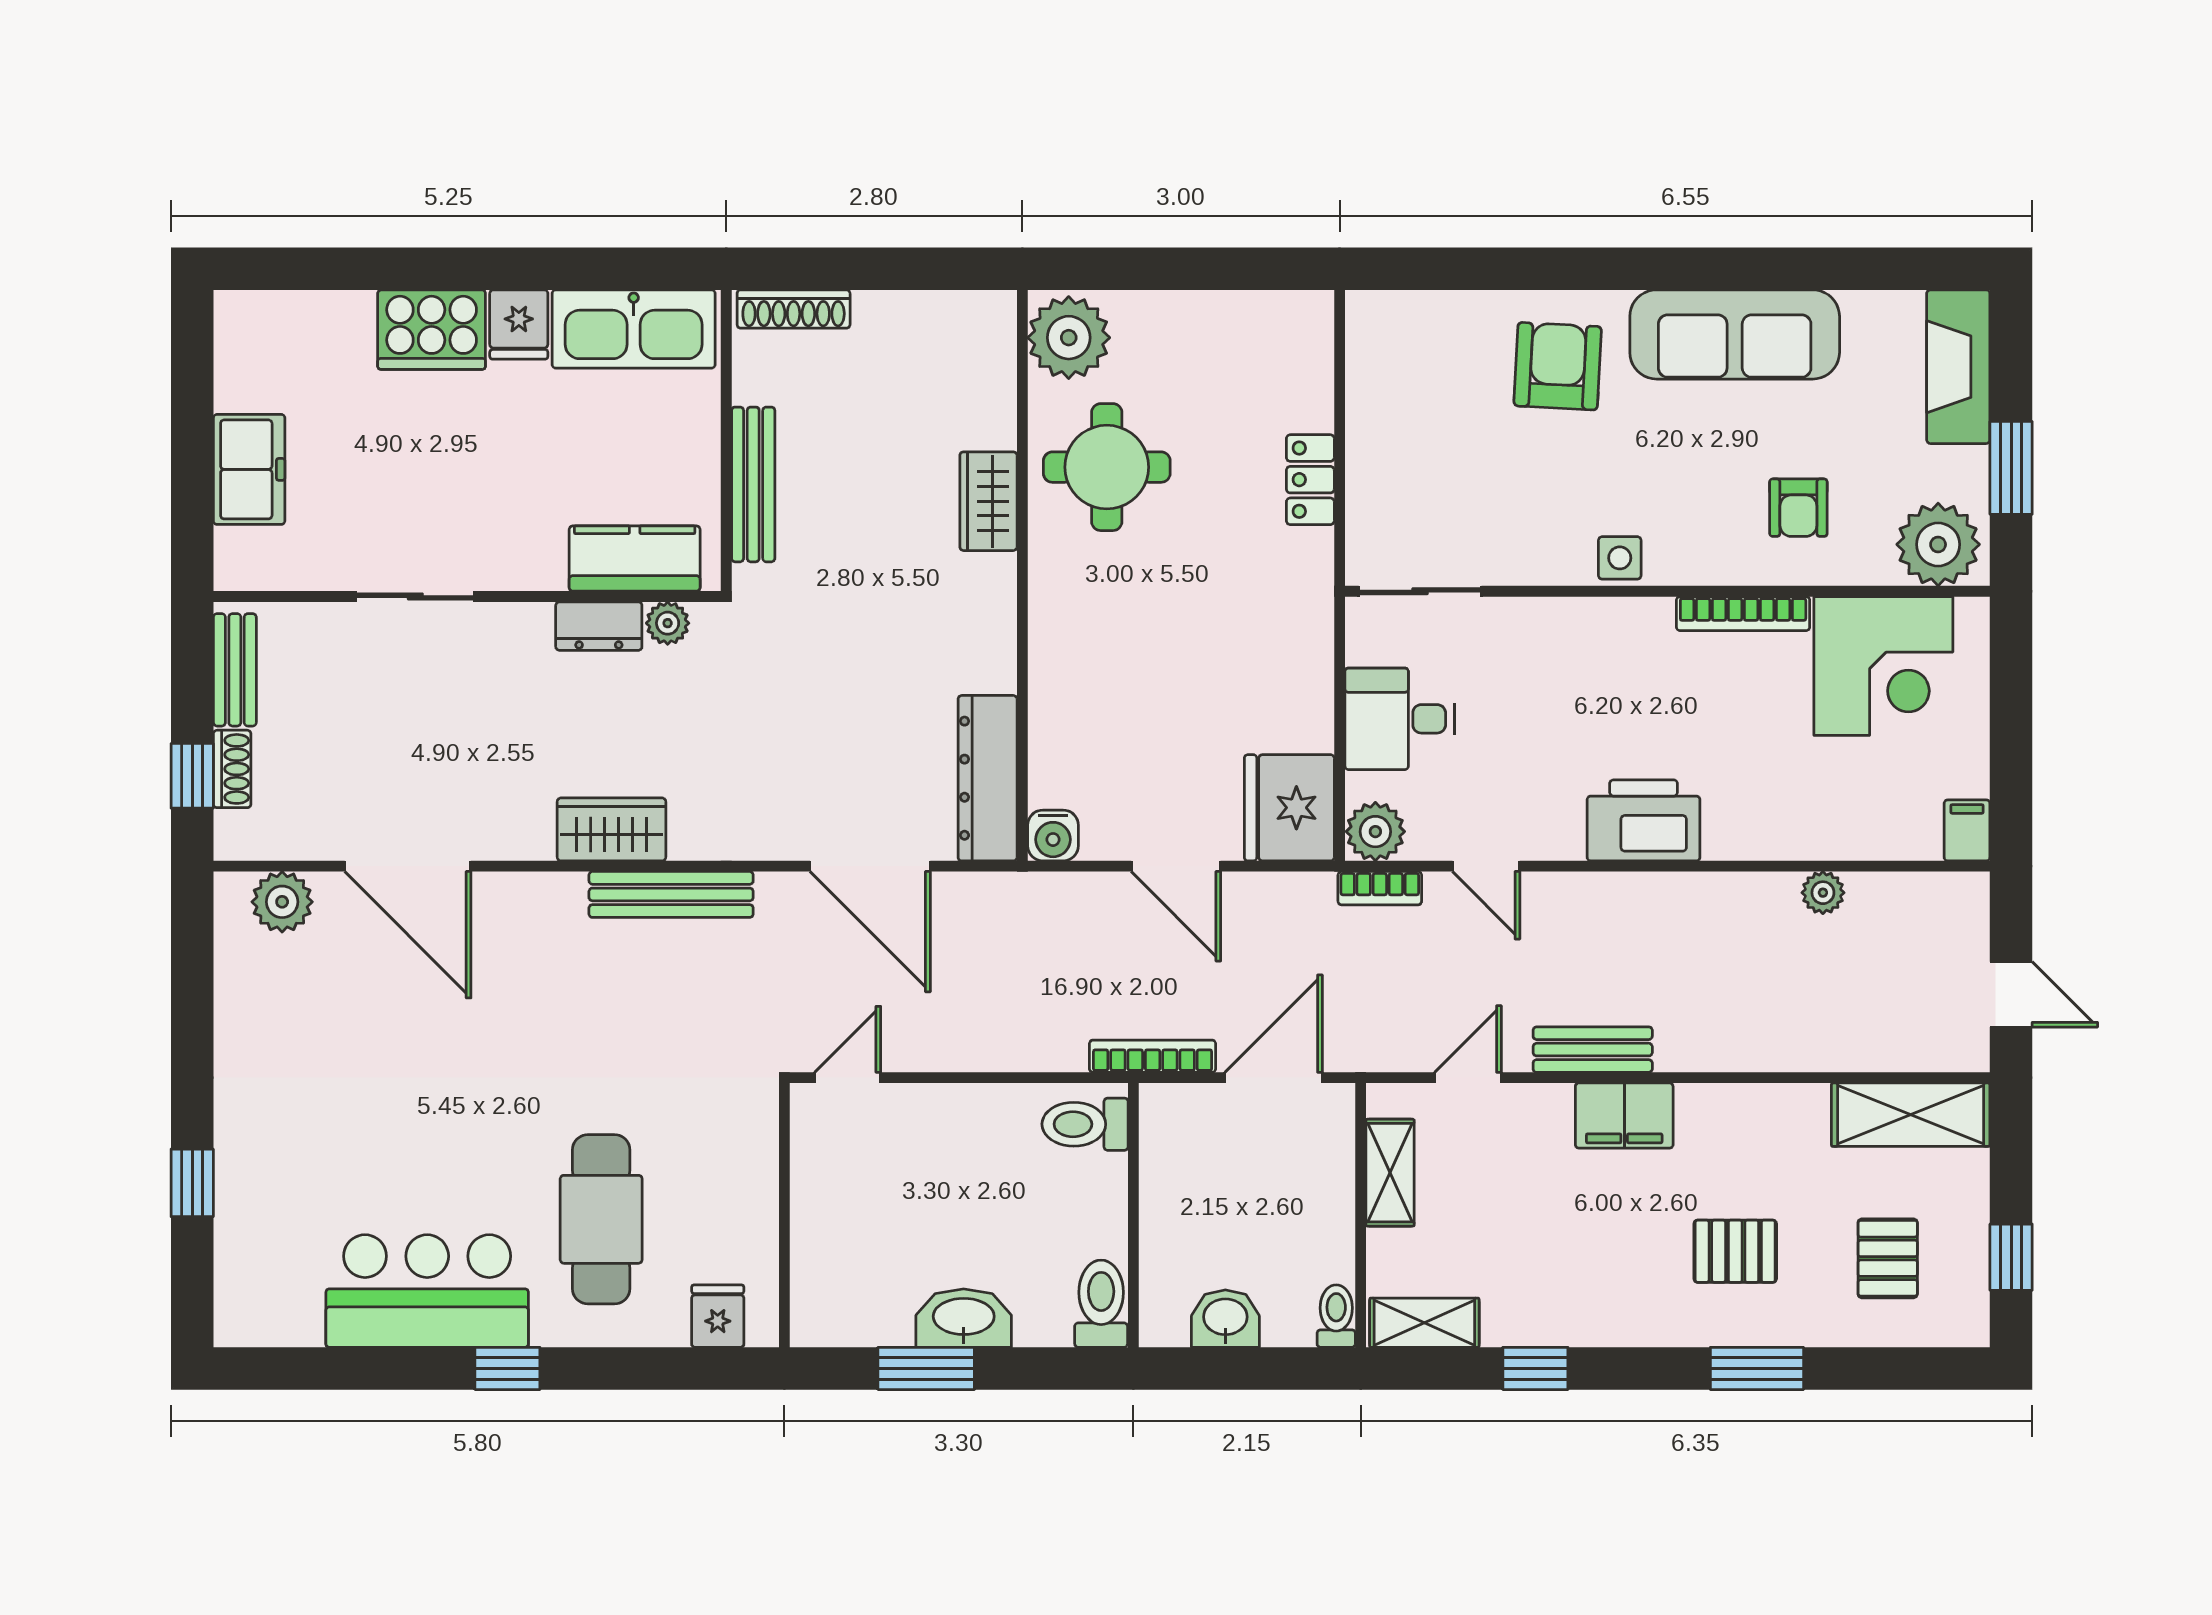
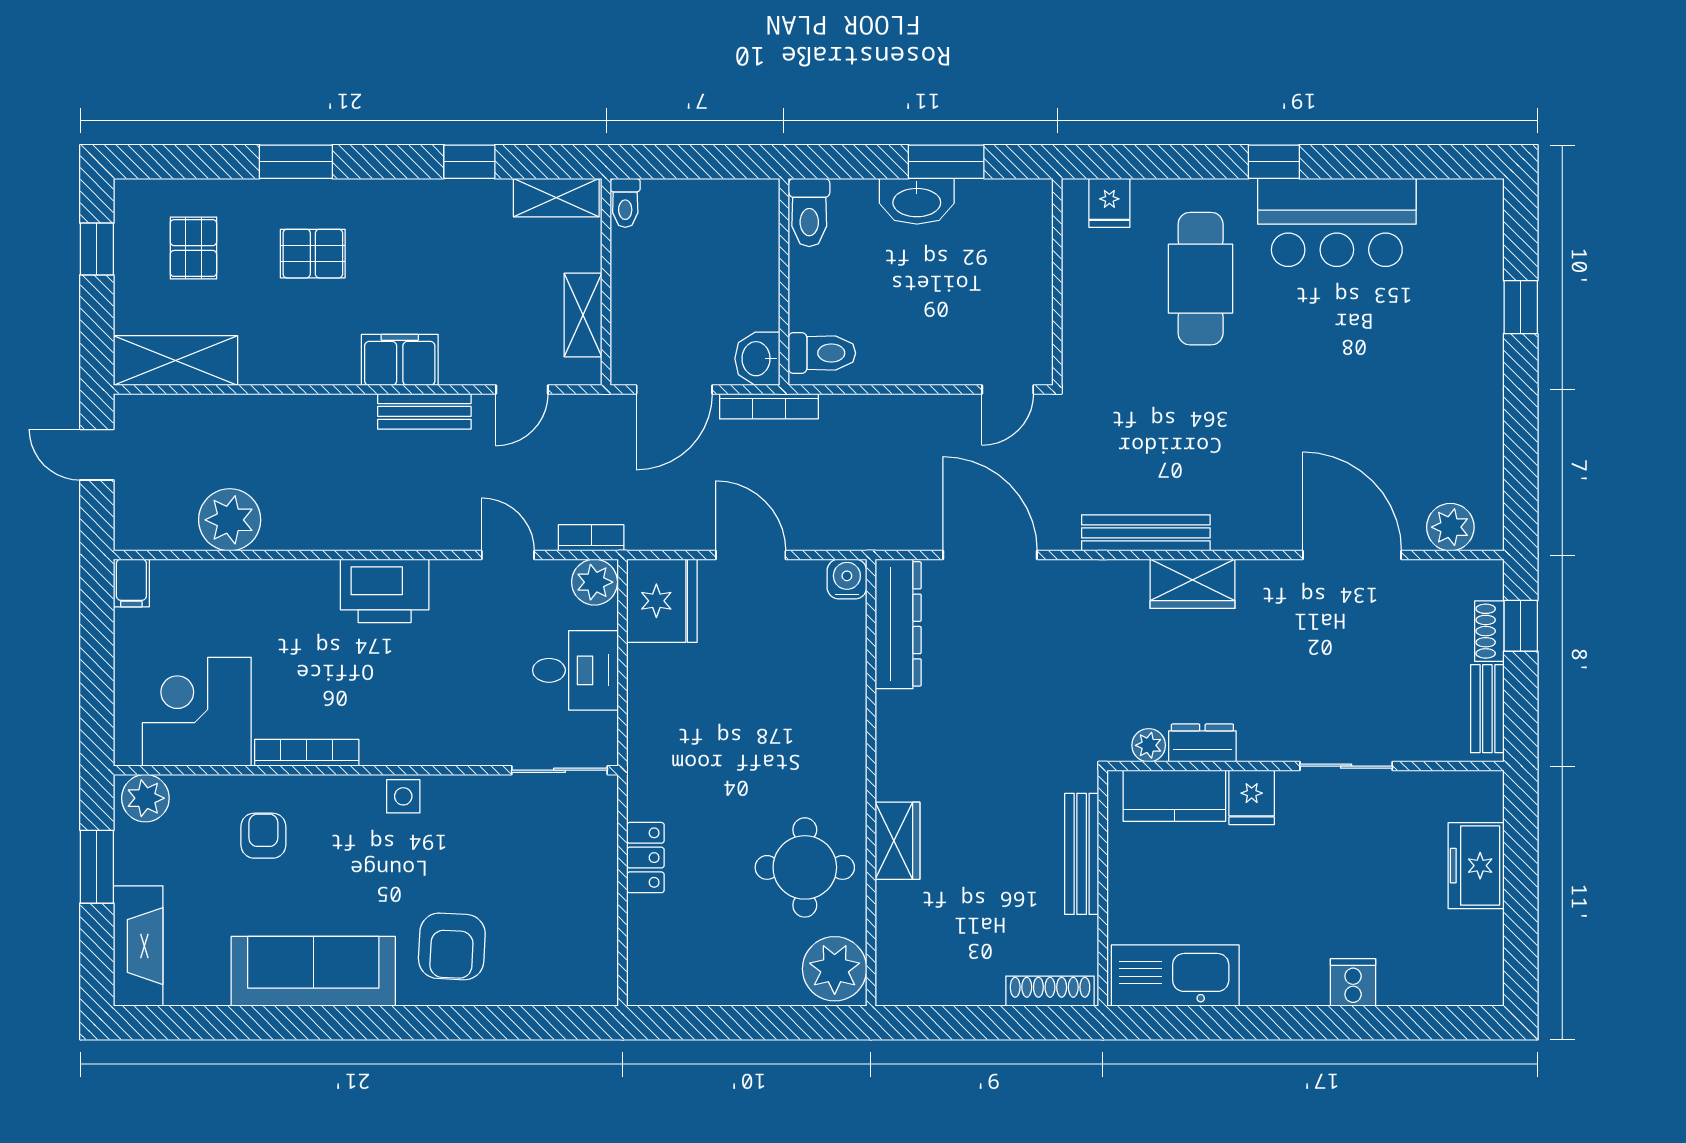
fridge: (519, 325) -> (1252, 797), moved, turned 180
cooker: (432, 330) -> (1353, 982), width x0.53, depth x0.76
plant: (1938, 544) -> (145, 798), width x0.73, depth x0.73
plant: (1823, 893) -> (230, 520), width x1.88, depth x1.88
washbasin: (1225, 1319) -> (757, 359), moved, turned 90

